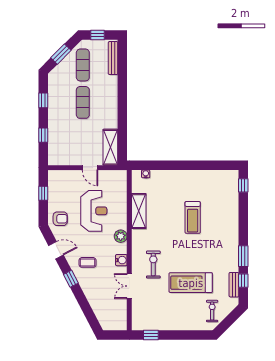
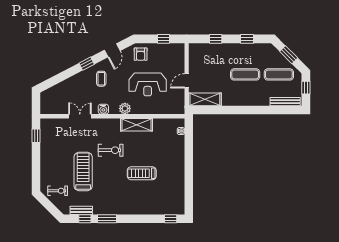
shelving: (139, 211) -> (136, 125), moved
exercise bike: (153, 265) -> (111, 150), moved

